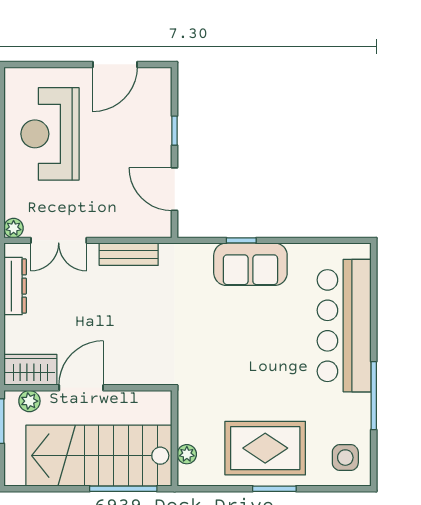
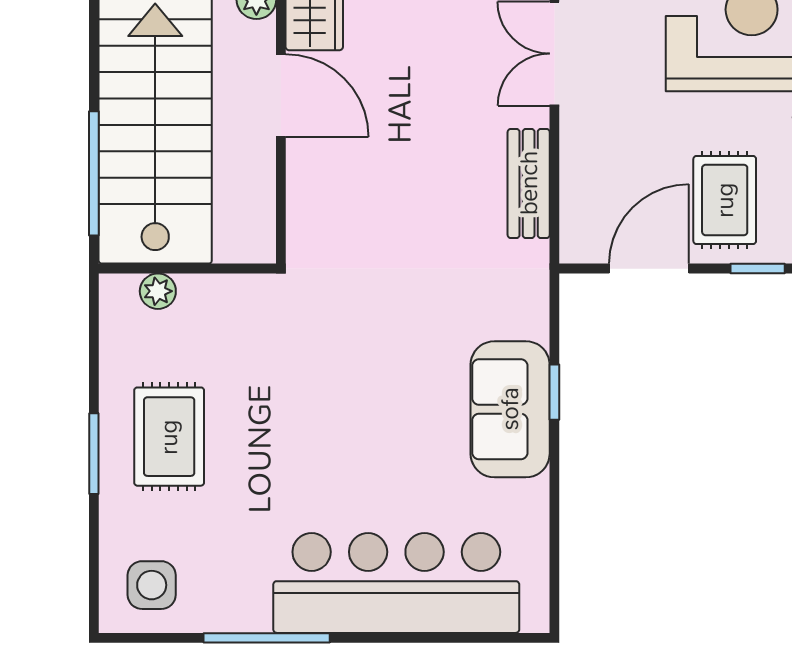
rug: (138, 148) -> (725, 200), added
rug: (265, 448) -> (169, 437), width x0.73, depth x0.70

